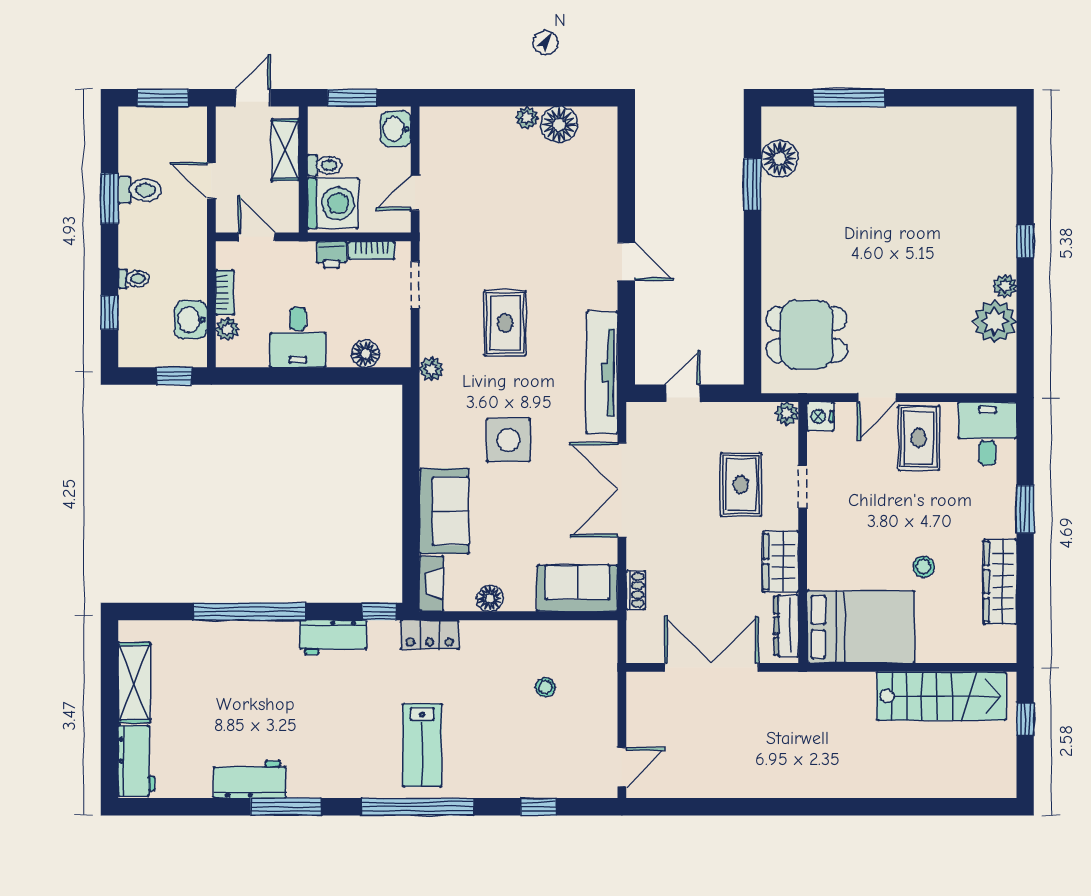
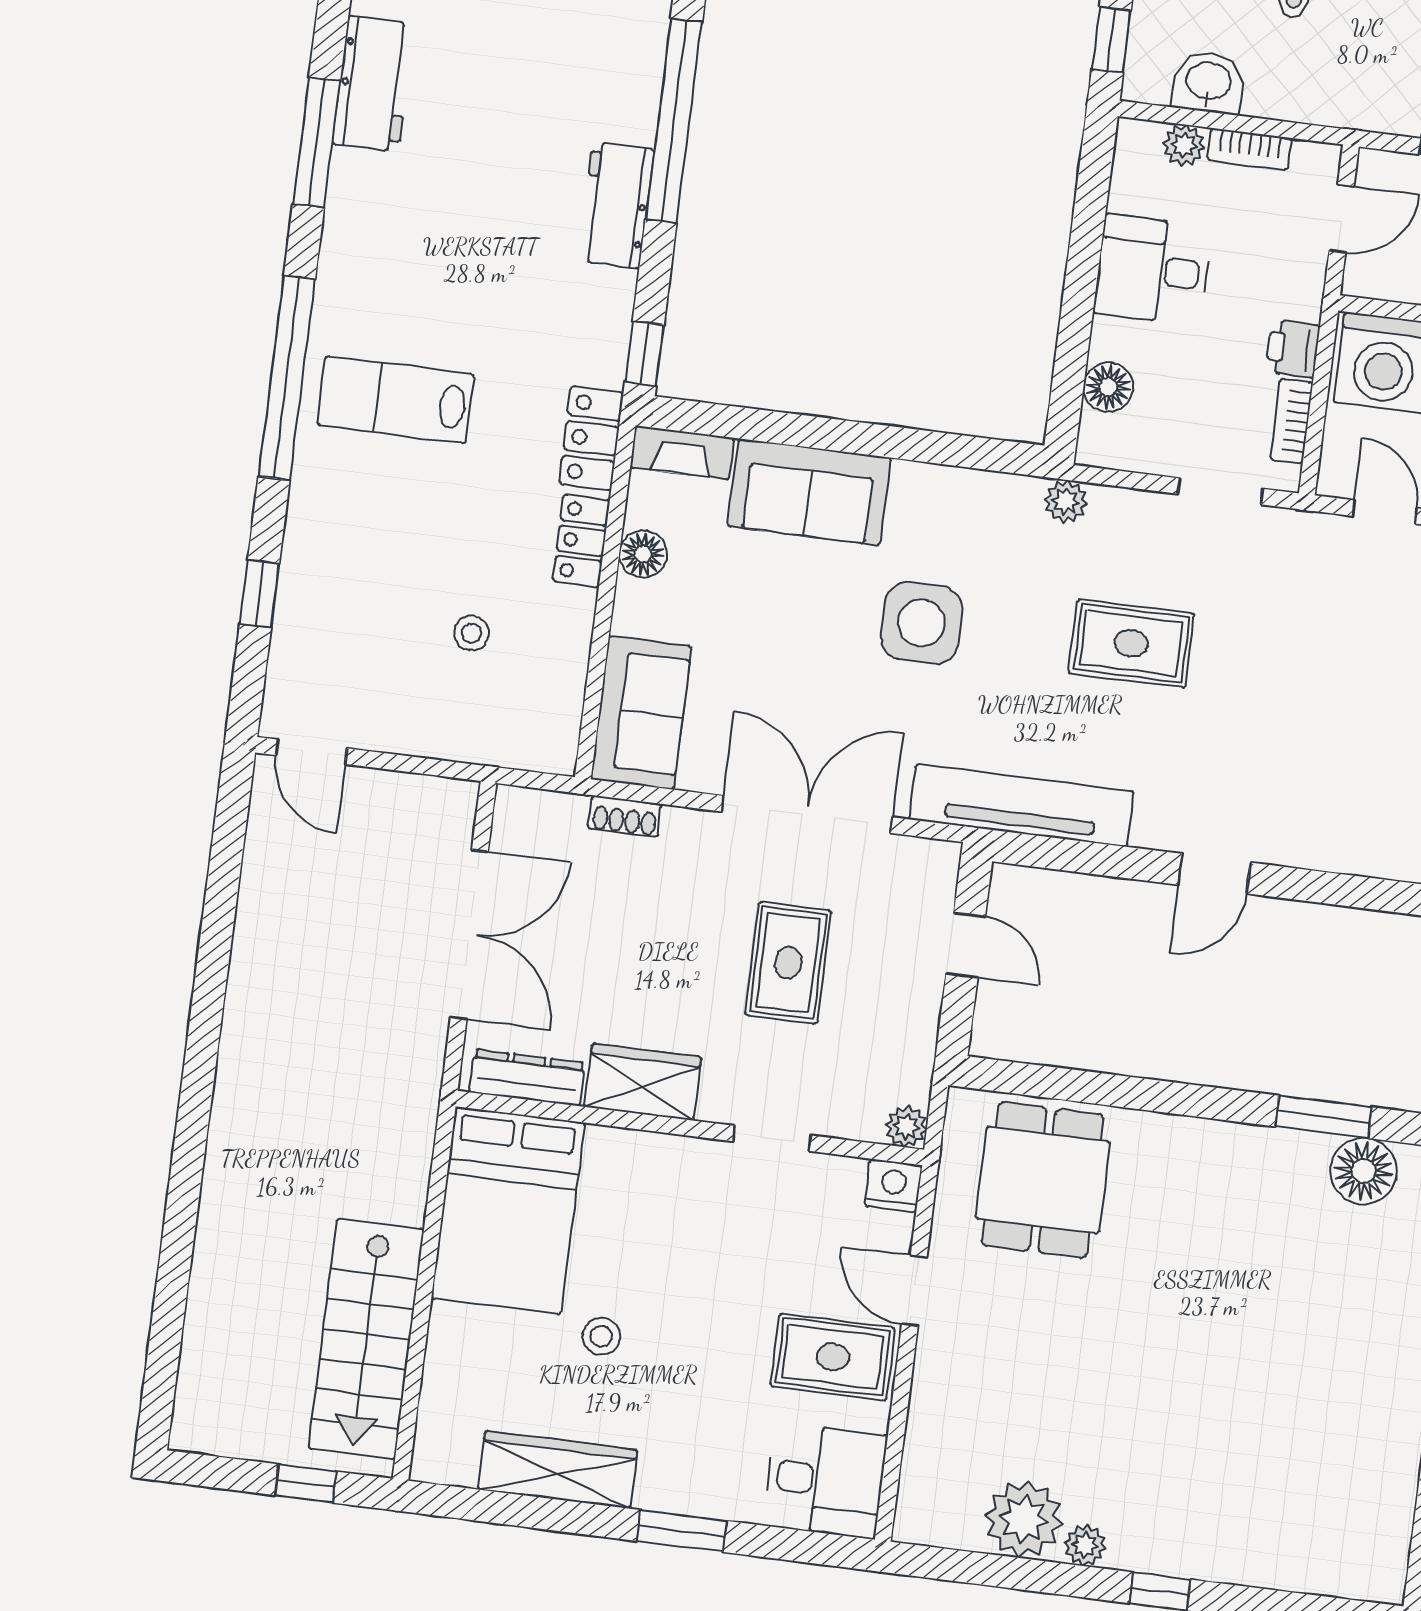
rug: (741, 485) -> (788, 963), moved, turned 90
locker: (487, 633) -> (581, 541), added
workbench: (333, 637) -> (616, 205), moved

